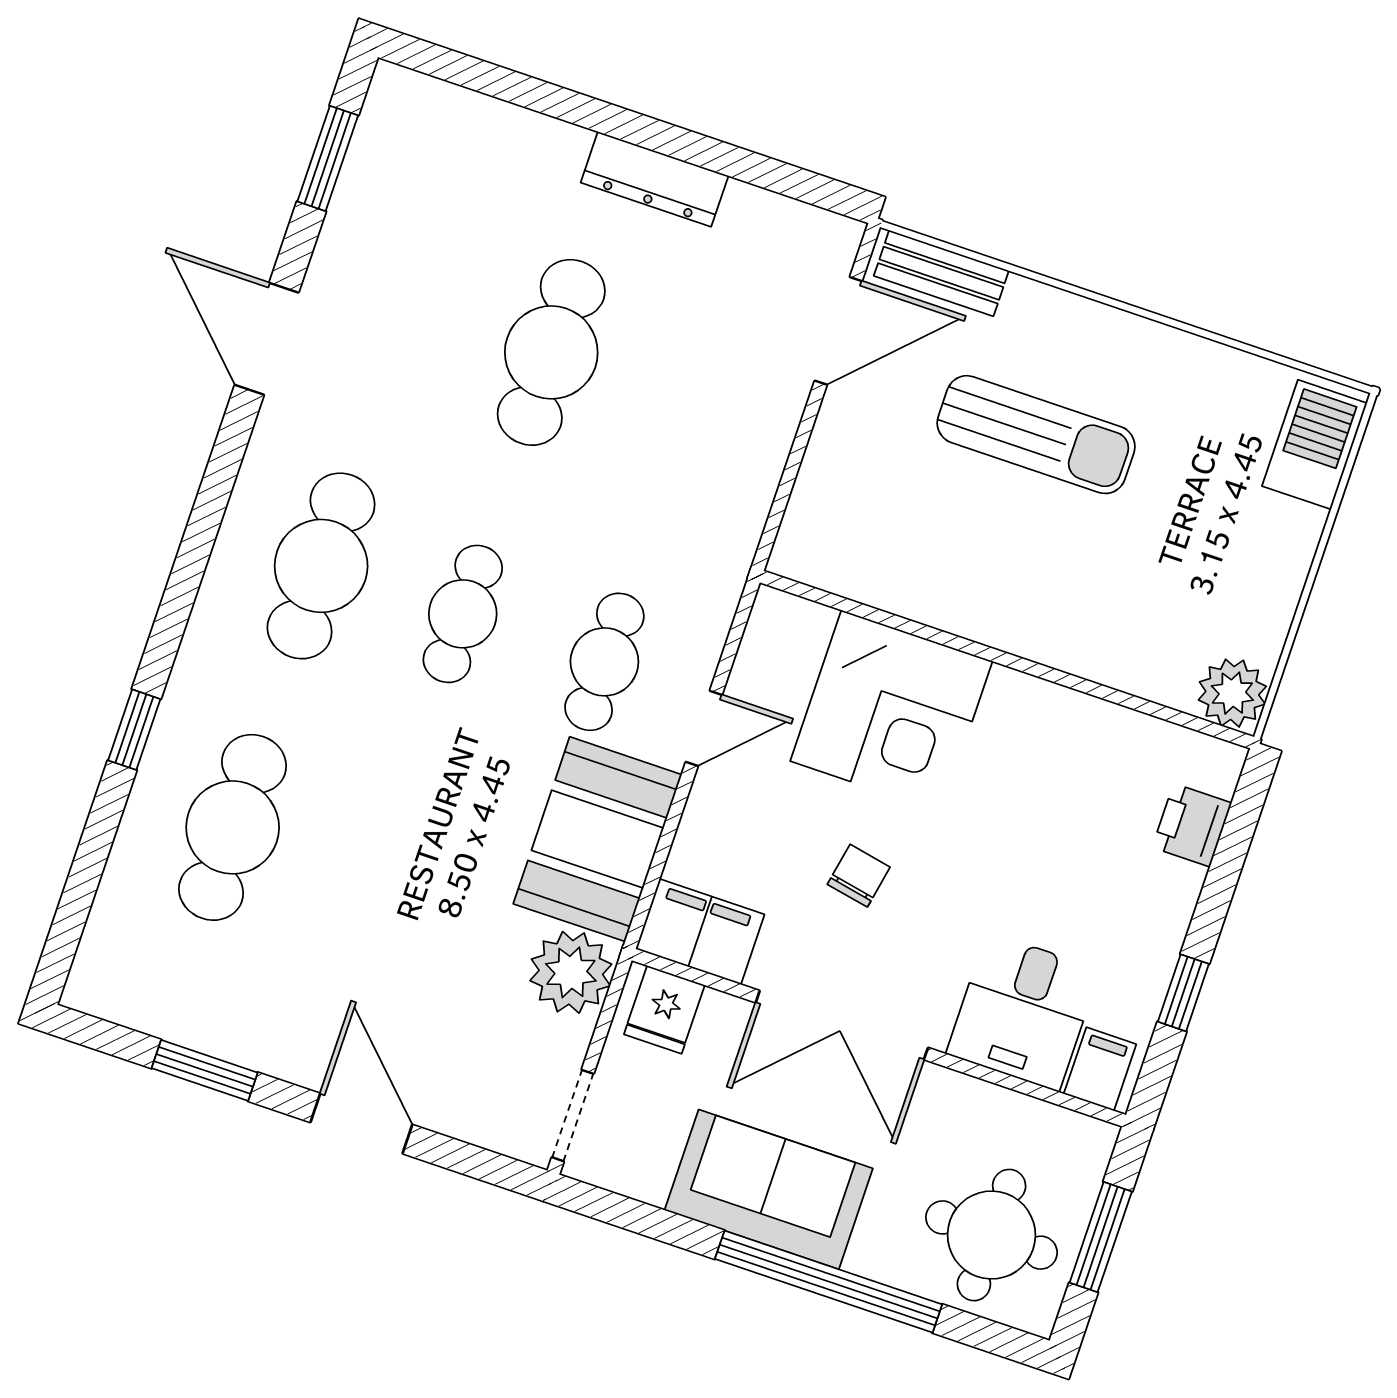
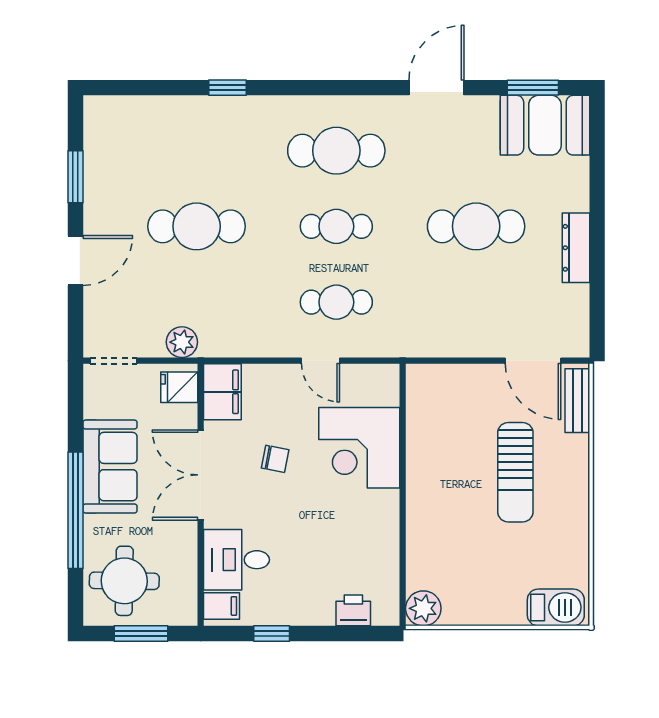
cafe table: (233, 827) -> (197, 226), moved
booth: (598, 839) -> (545, 125), moved
plant: (571, 972) -> (182, 342), width x0.73, depth x0.73

